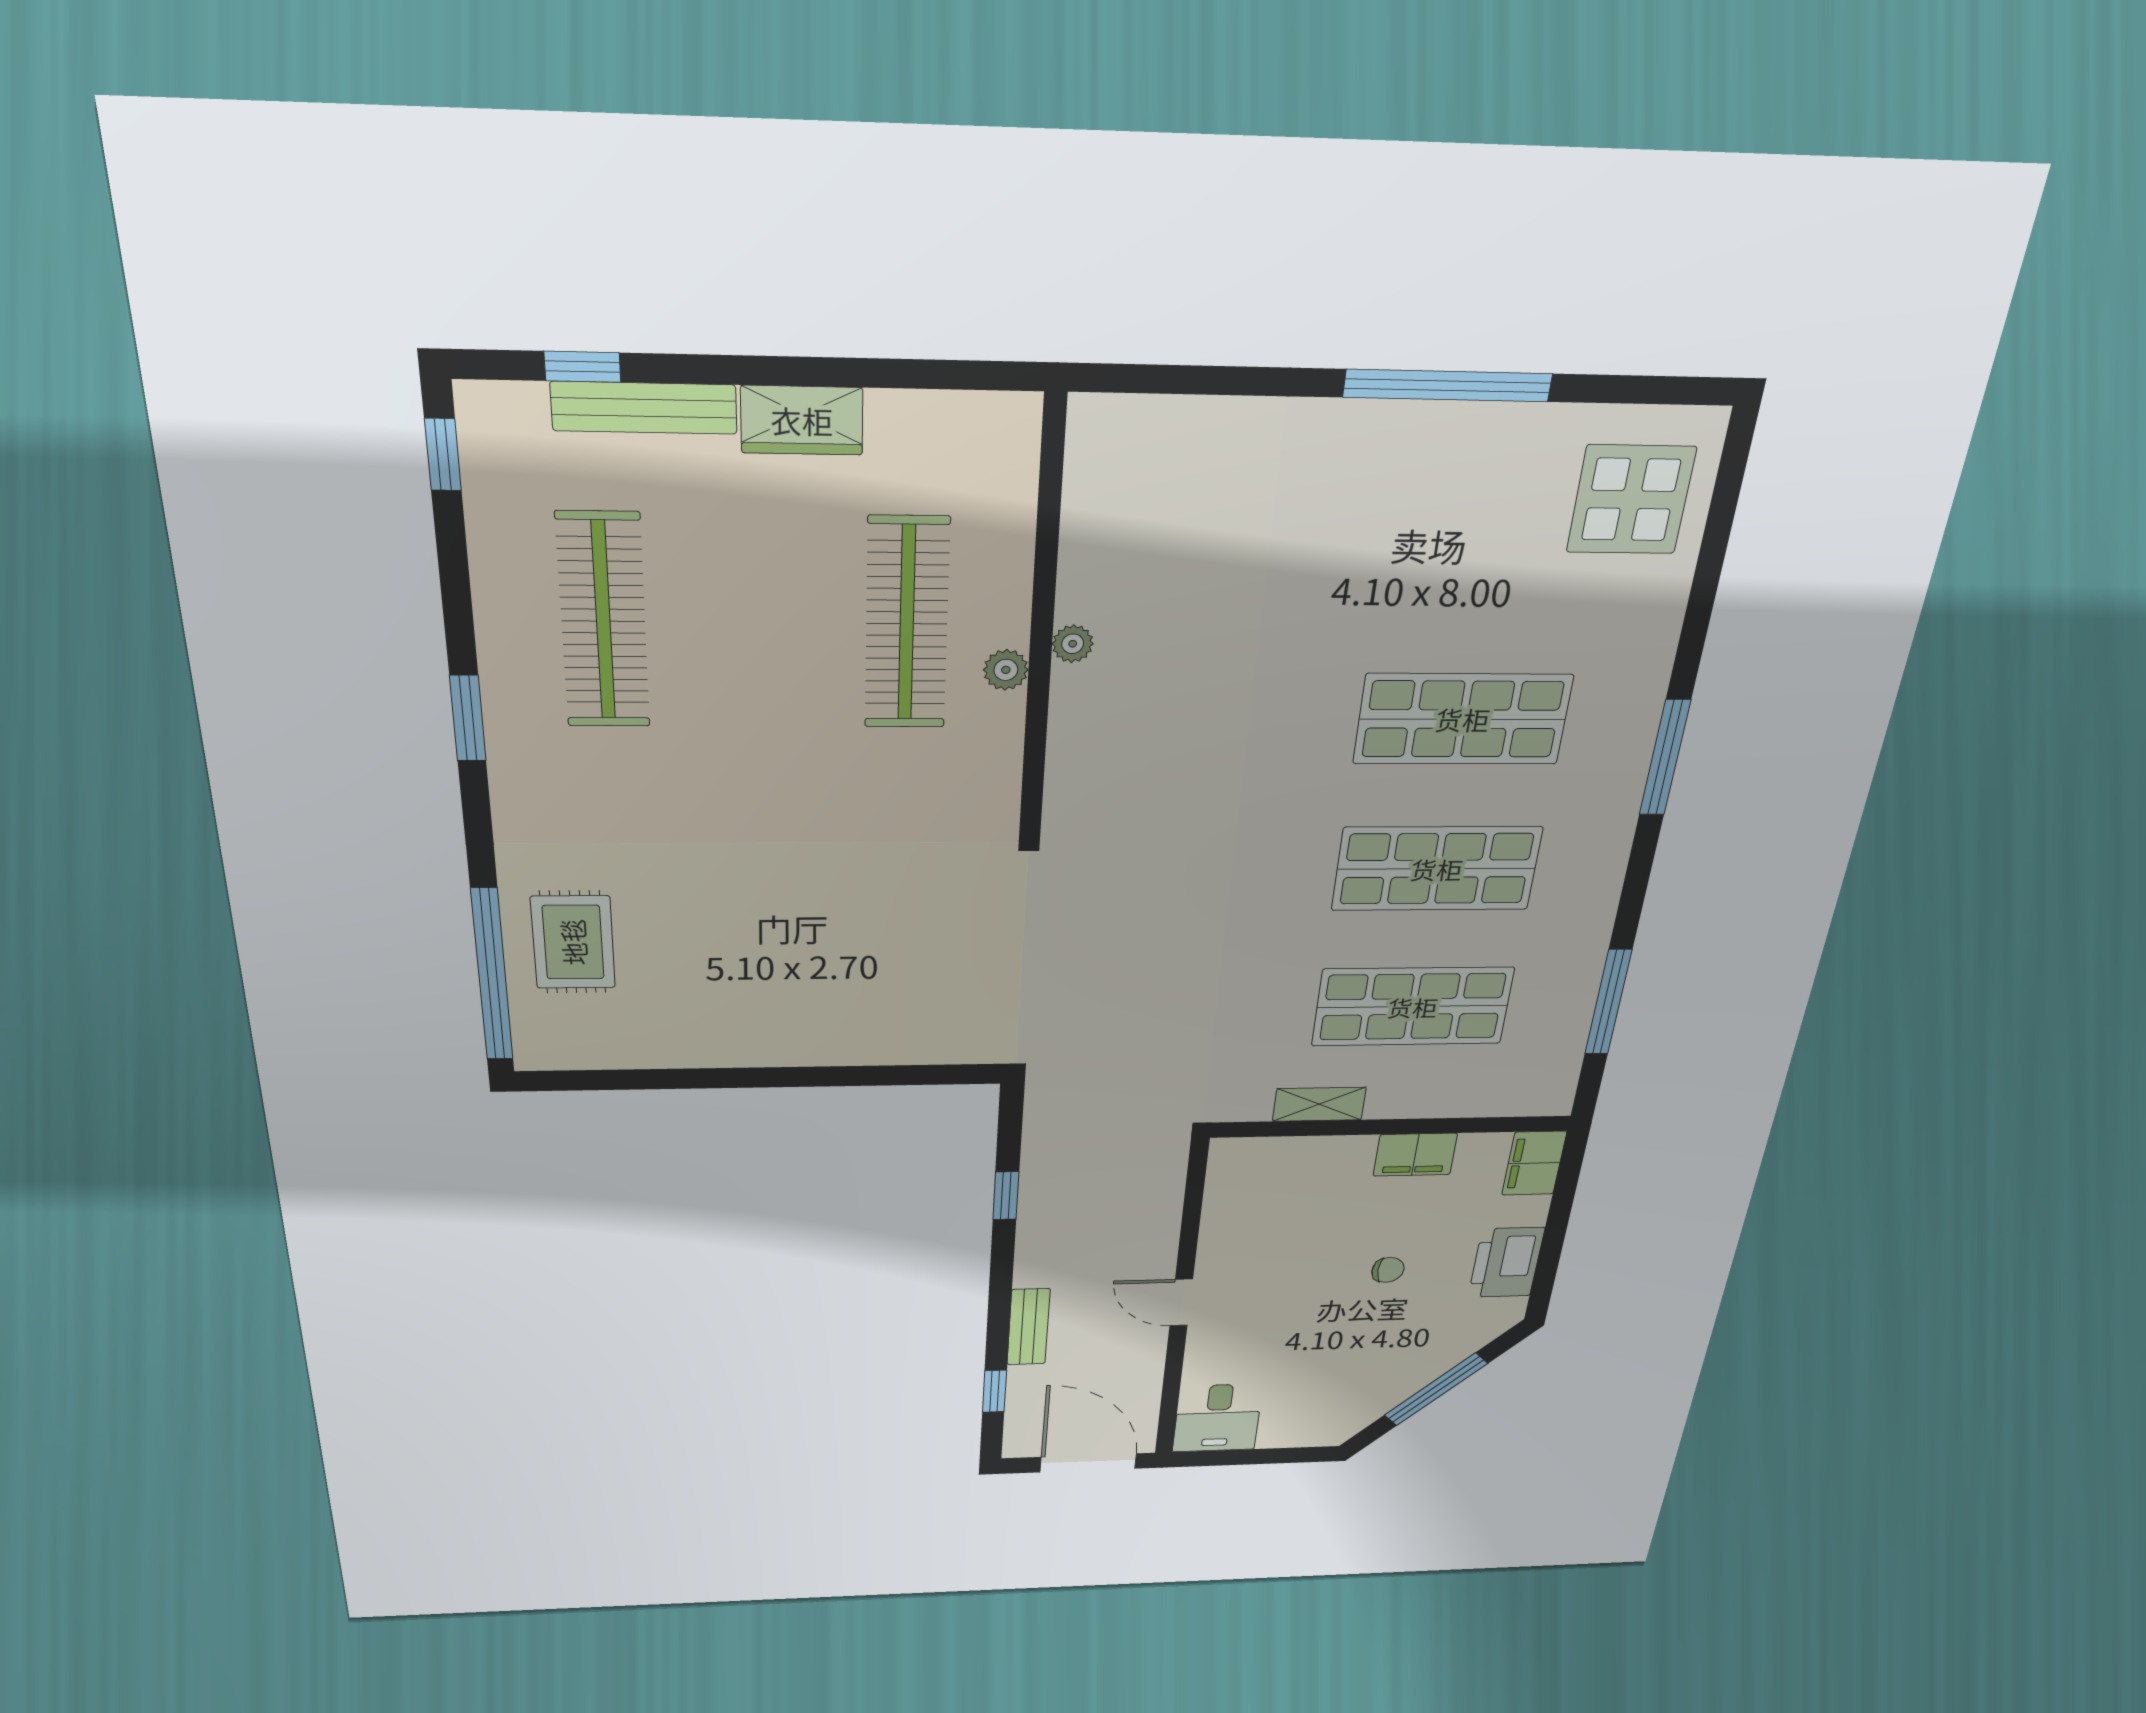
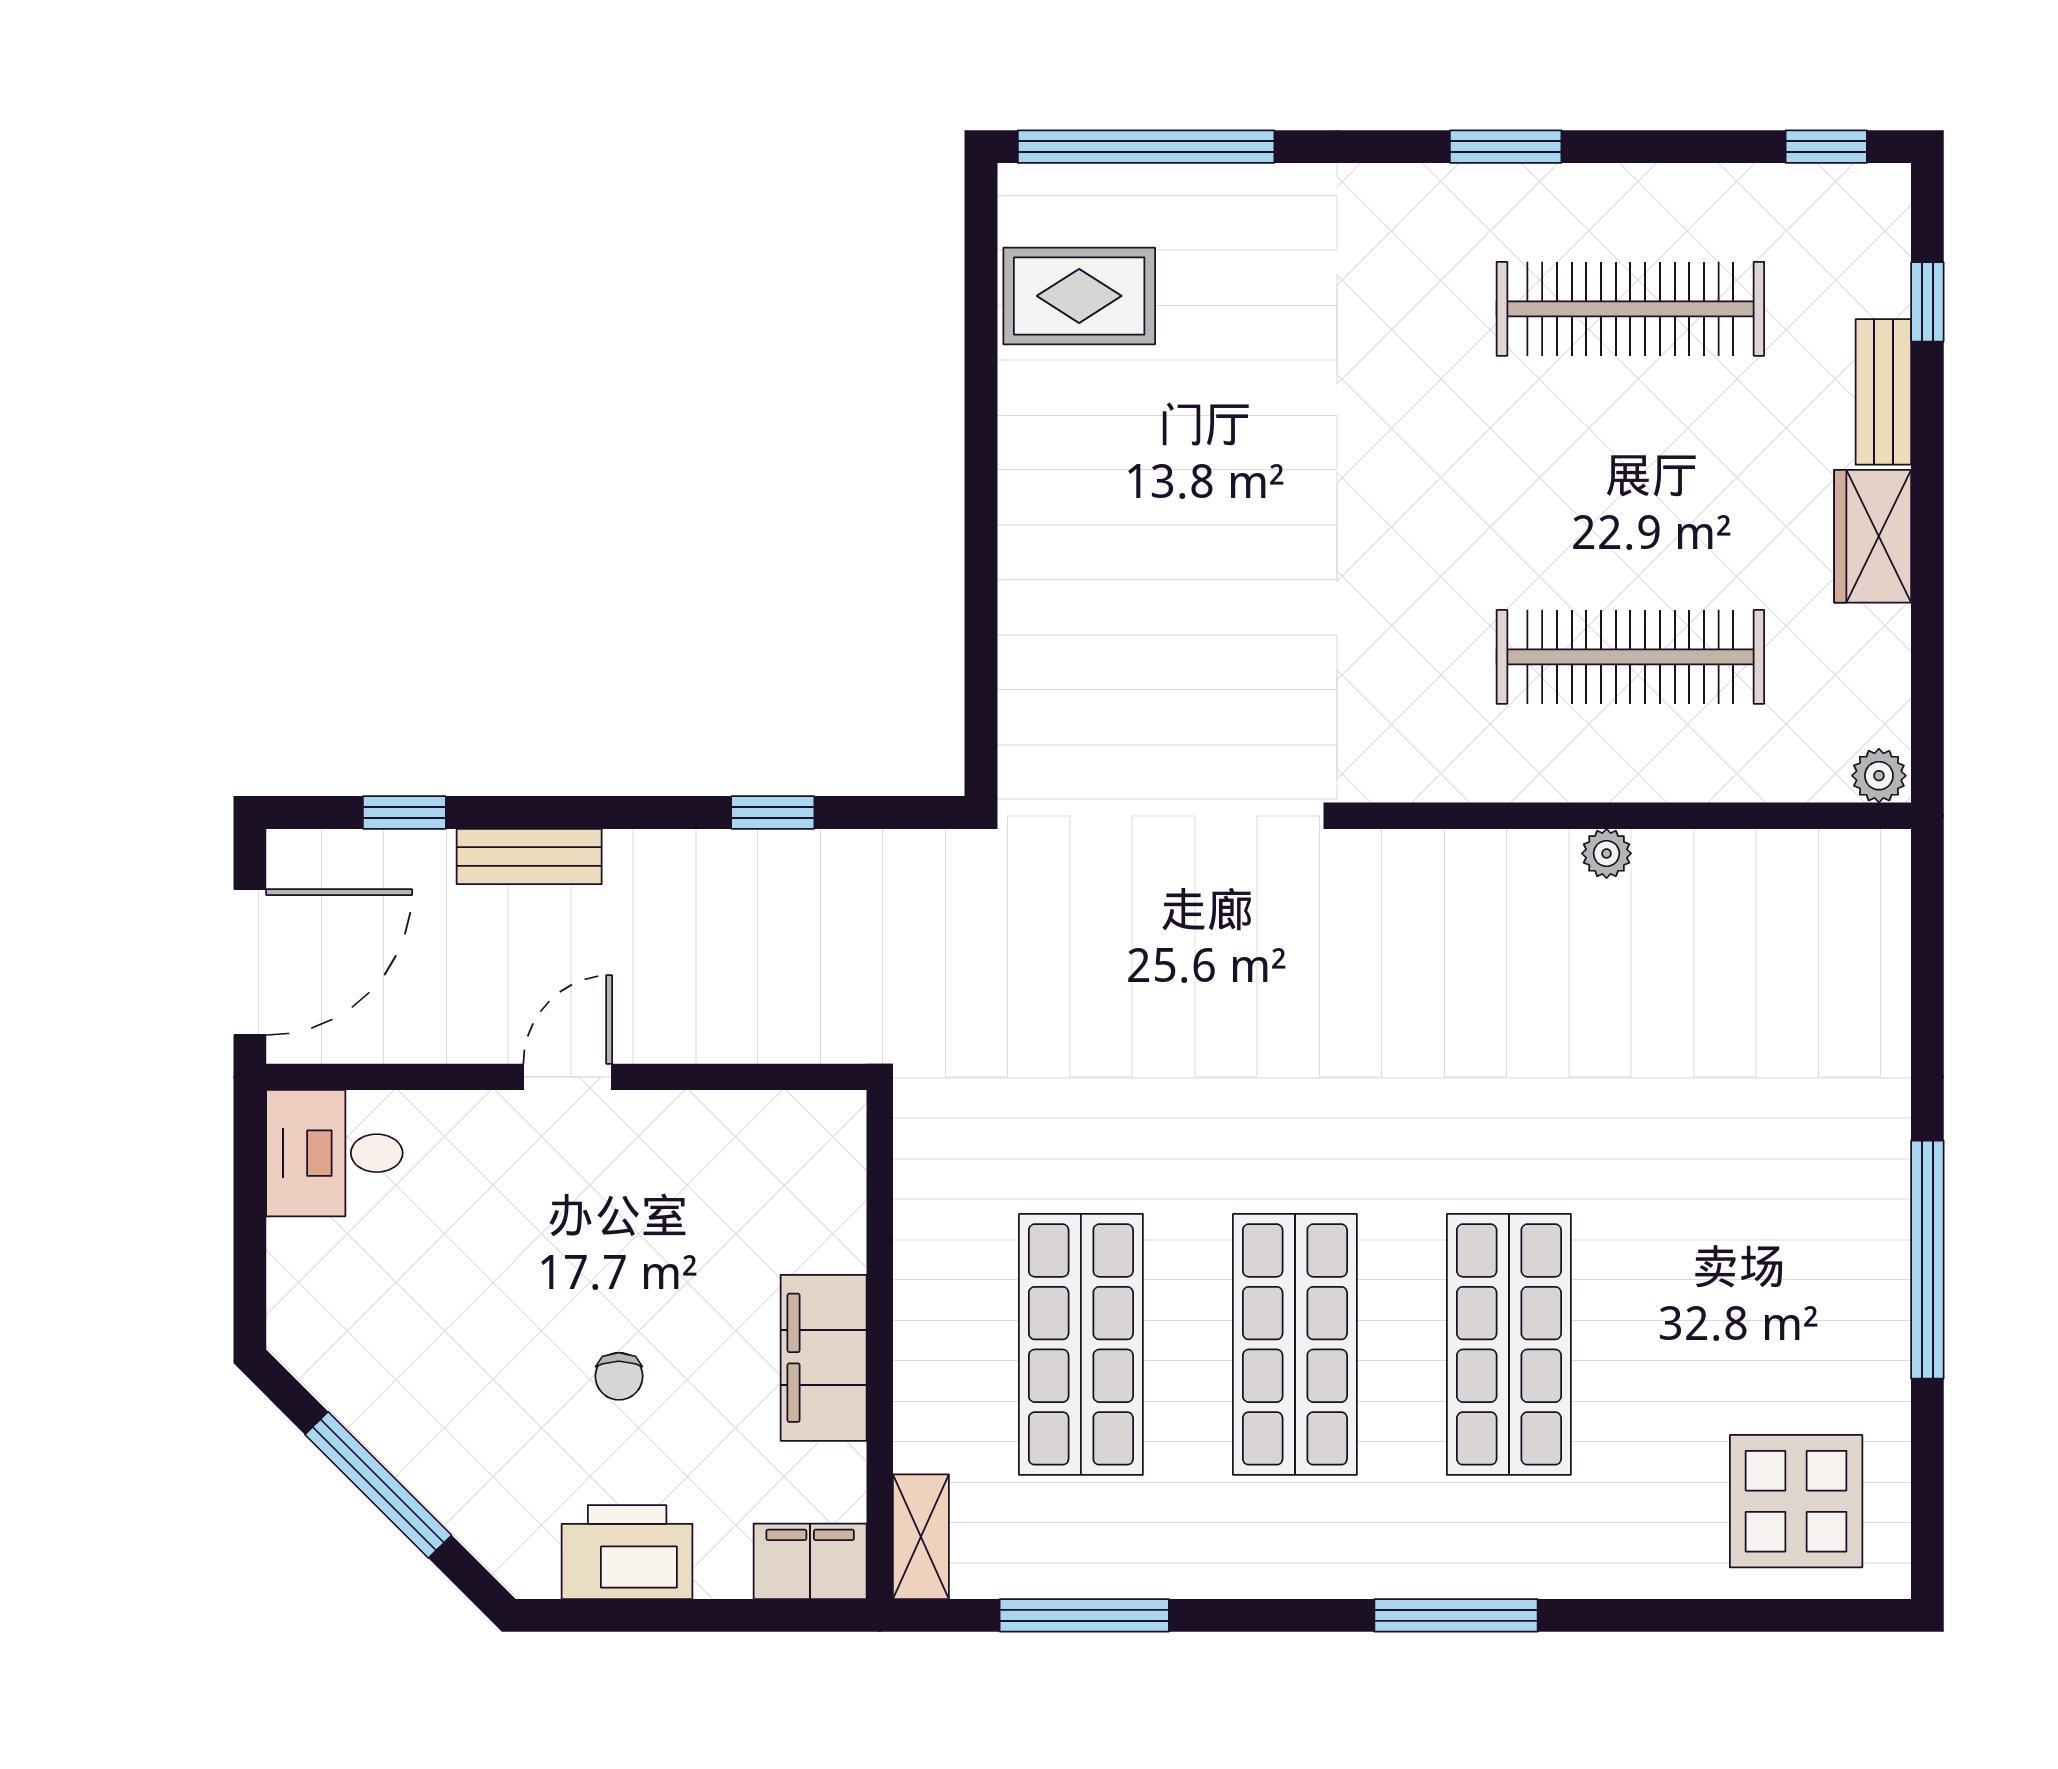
bench: (644, 408) -> (1883, 392), width x0.73
plant: (1006, 670) -> (1879, 776), moved
rug: (573, 942) -> (1079, 296), moved
shelving: (1319, 1104) -> (921, 1537), moved
filing cabinet: (1415, 1155) -> (824, 1358), width x1.50, depth x1.17

